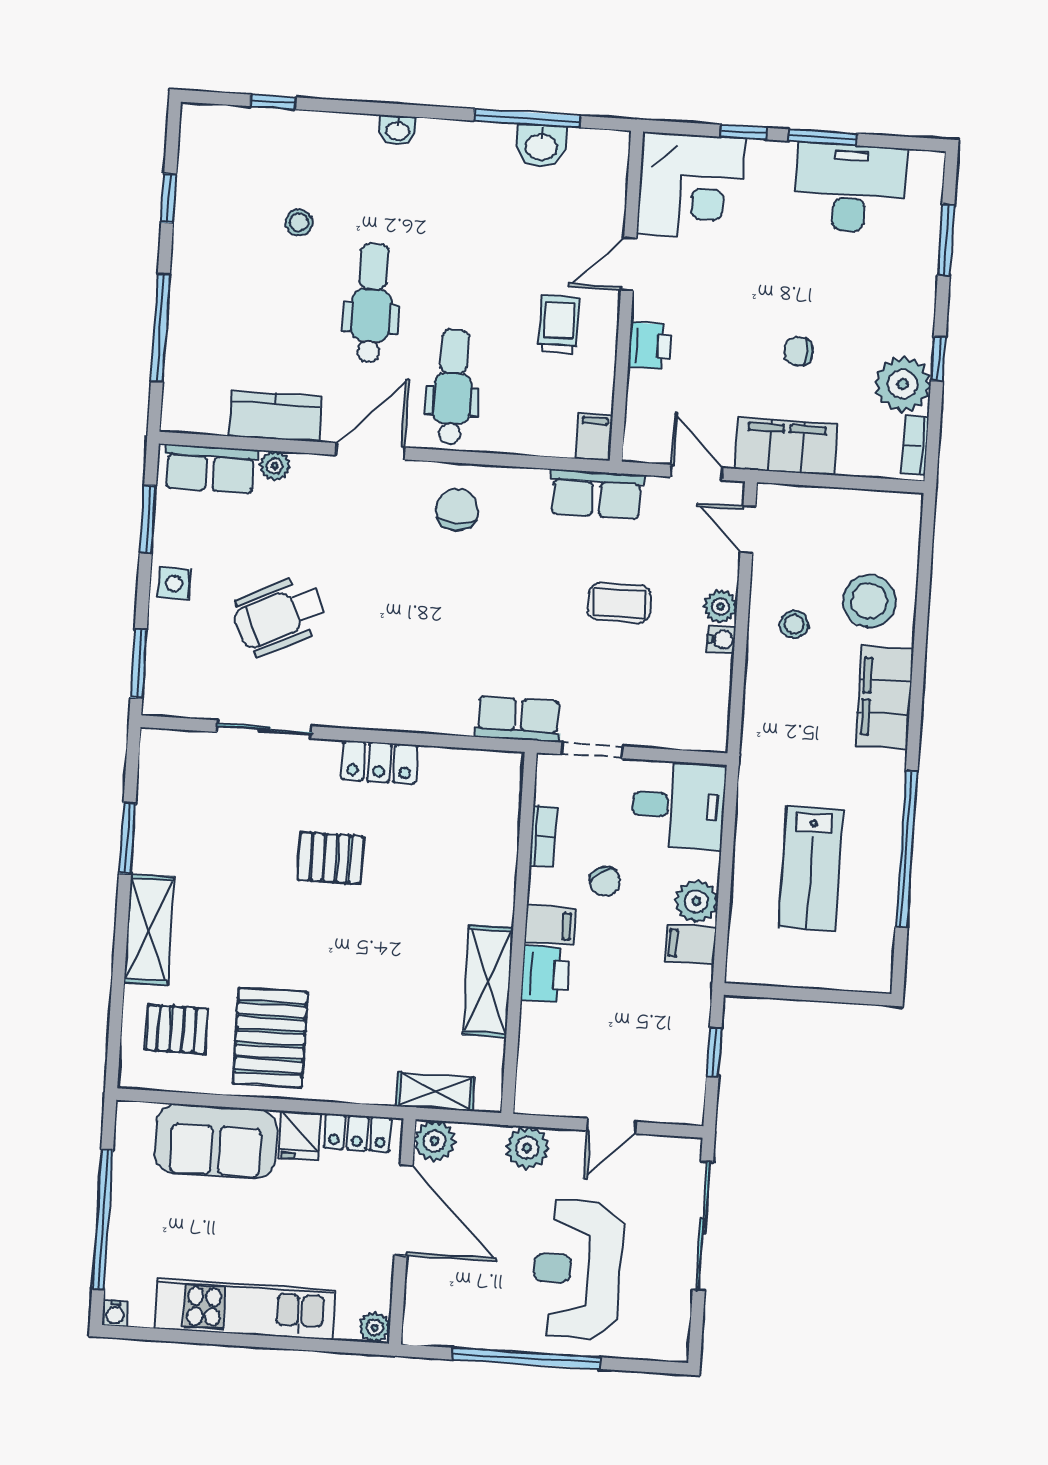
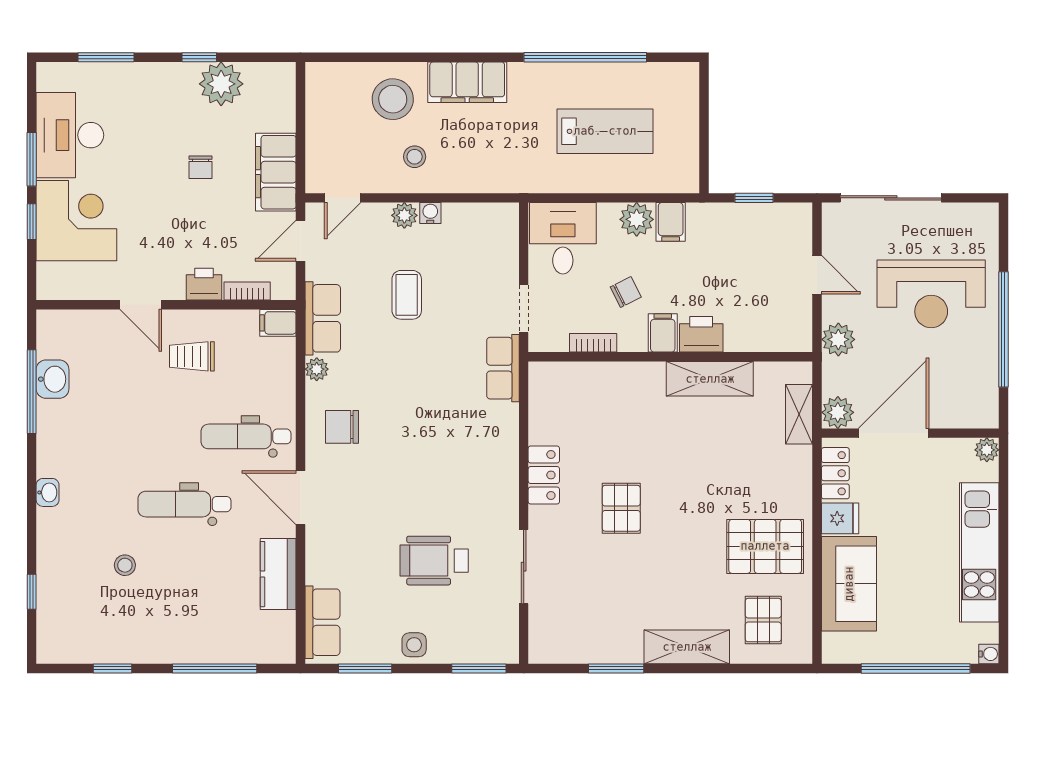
corner desk: (691, 186) -> (76, 221), moved
bookcase: (915, 446) -> (247, 291), moved, turned 180
plant: (275, 466) -> (317, 369), moved
wheelchair: (279, 616) -> (434, 561), turned 115

